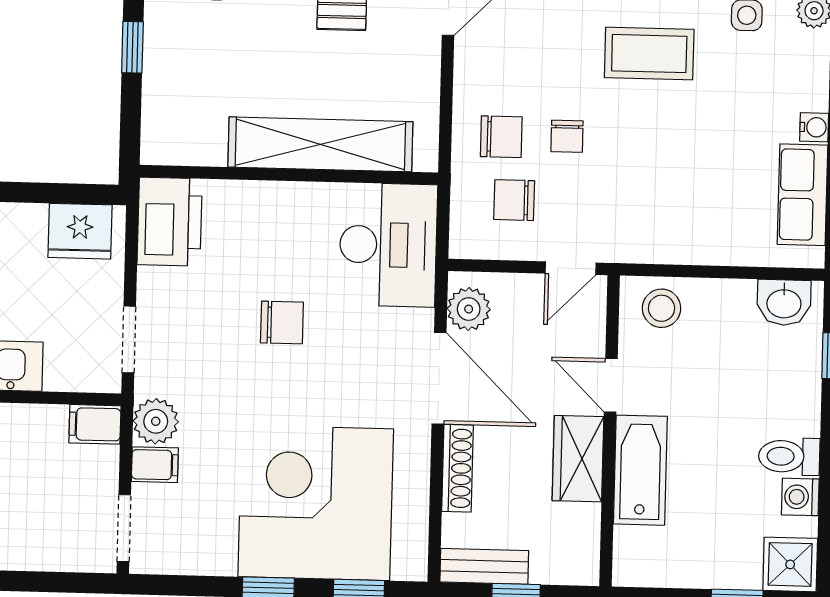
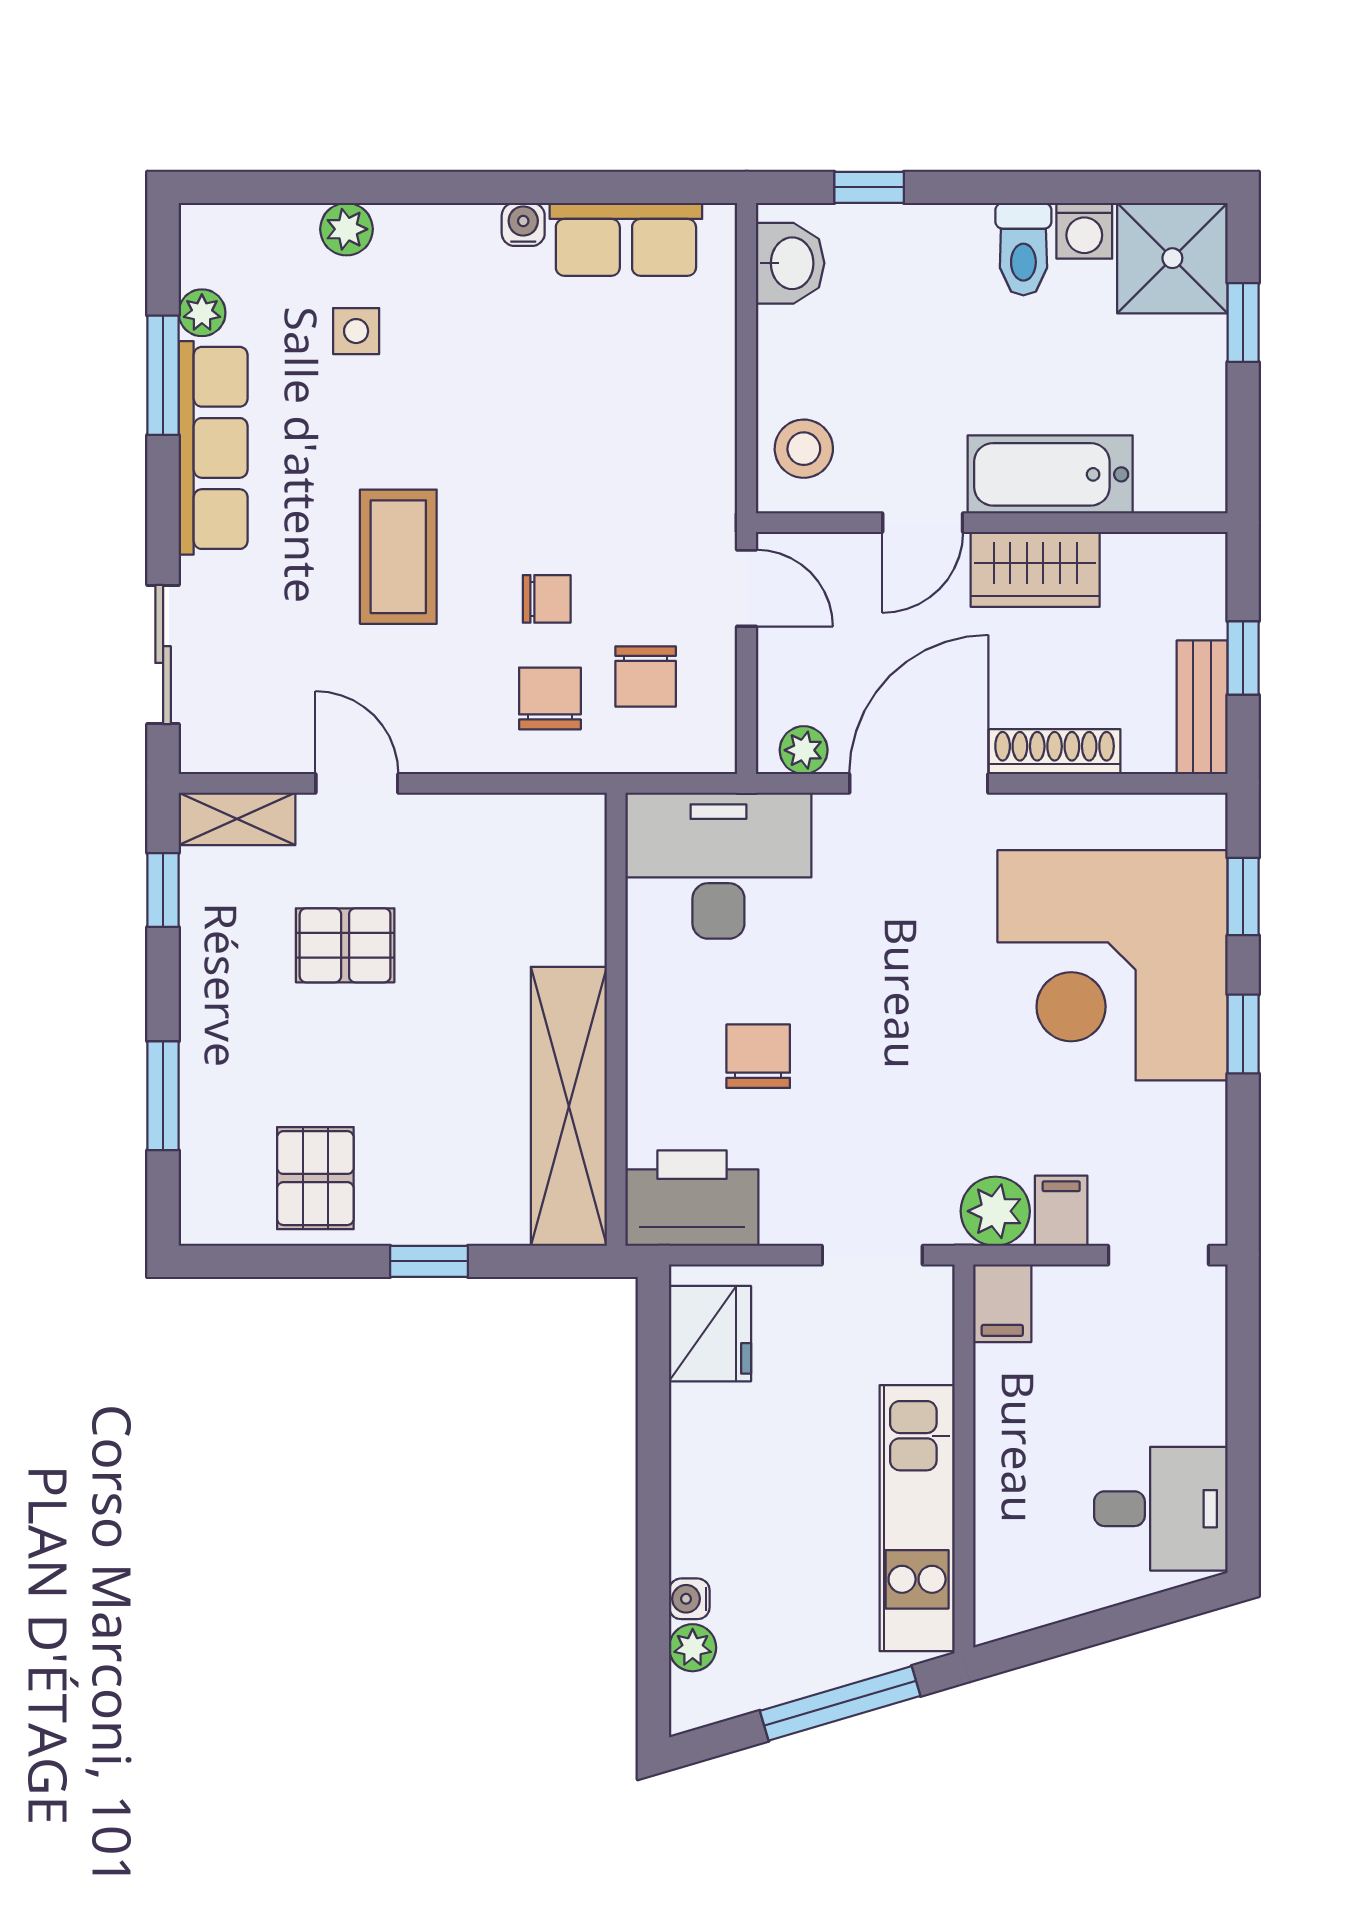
coffee table: (649, 54) -> (398, 557), moved
shelving: (320, 144) -> (569, 1106), moved
plant: (469, 309) -> (804, 750), width x0.73, depth x0.73
chair: (282, 323) -> (758, 1056), moved
shower: (790, 564) -> (1172, 258), width x1.36, depth x1.36

